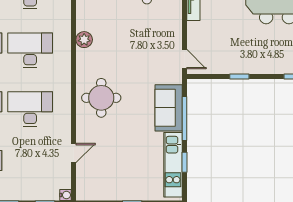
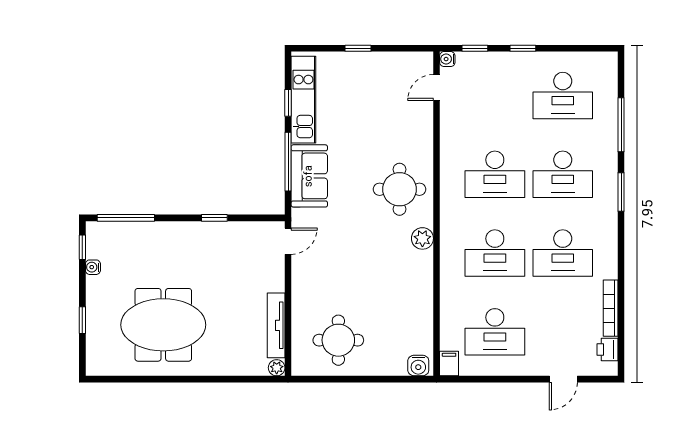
plant: (84, 40) -> (422, 238), moved
door: (184, 59) -> (288, 241), swing flipped
door: (74, 153) -> (437, 87), moved

